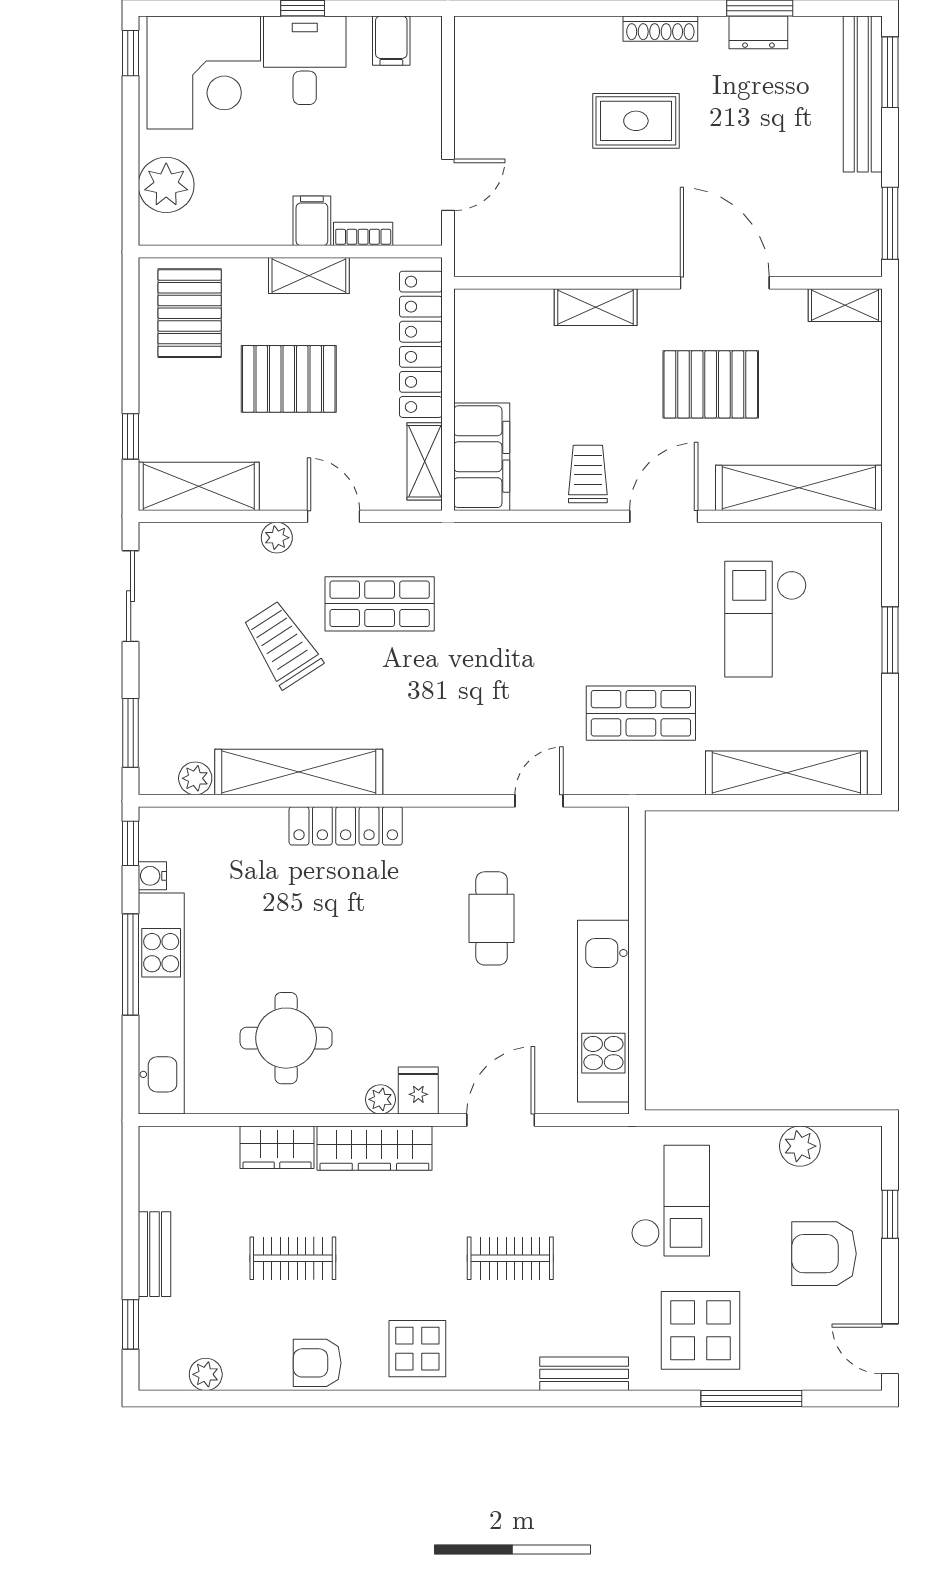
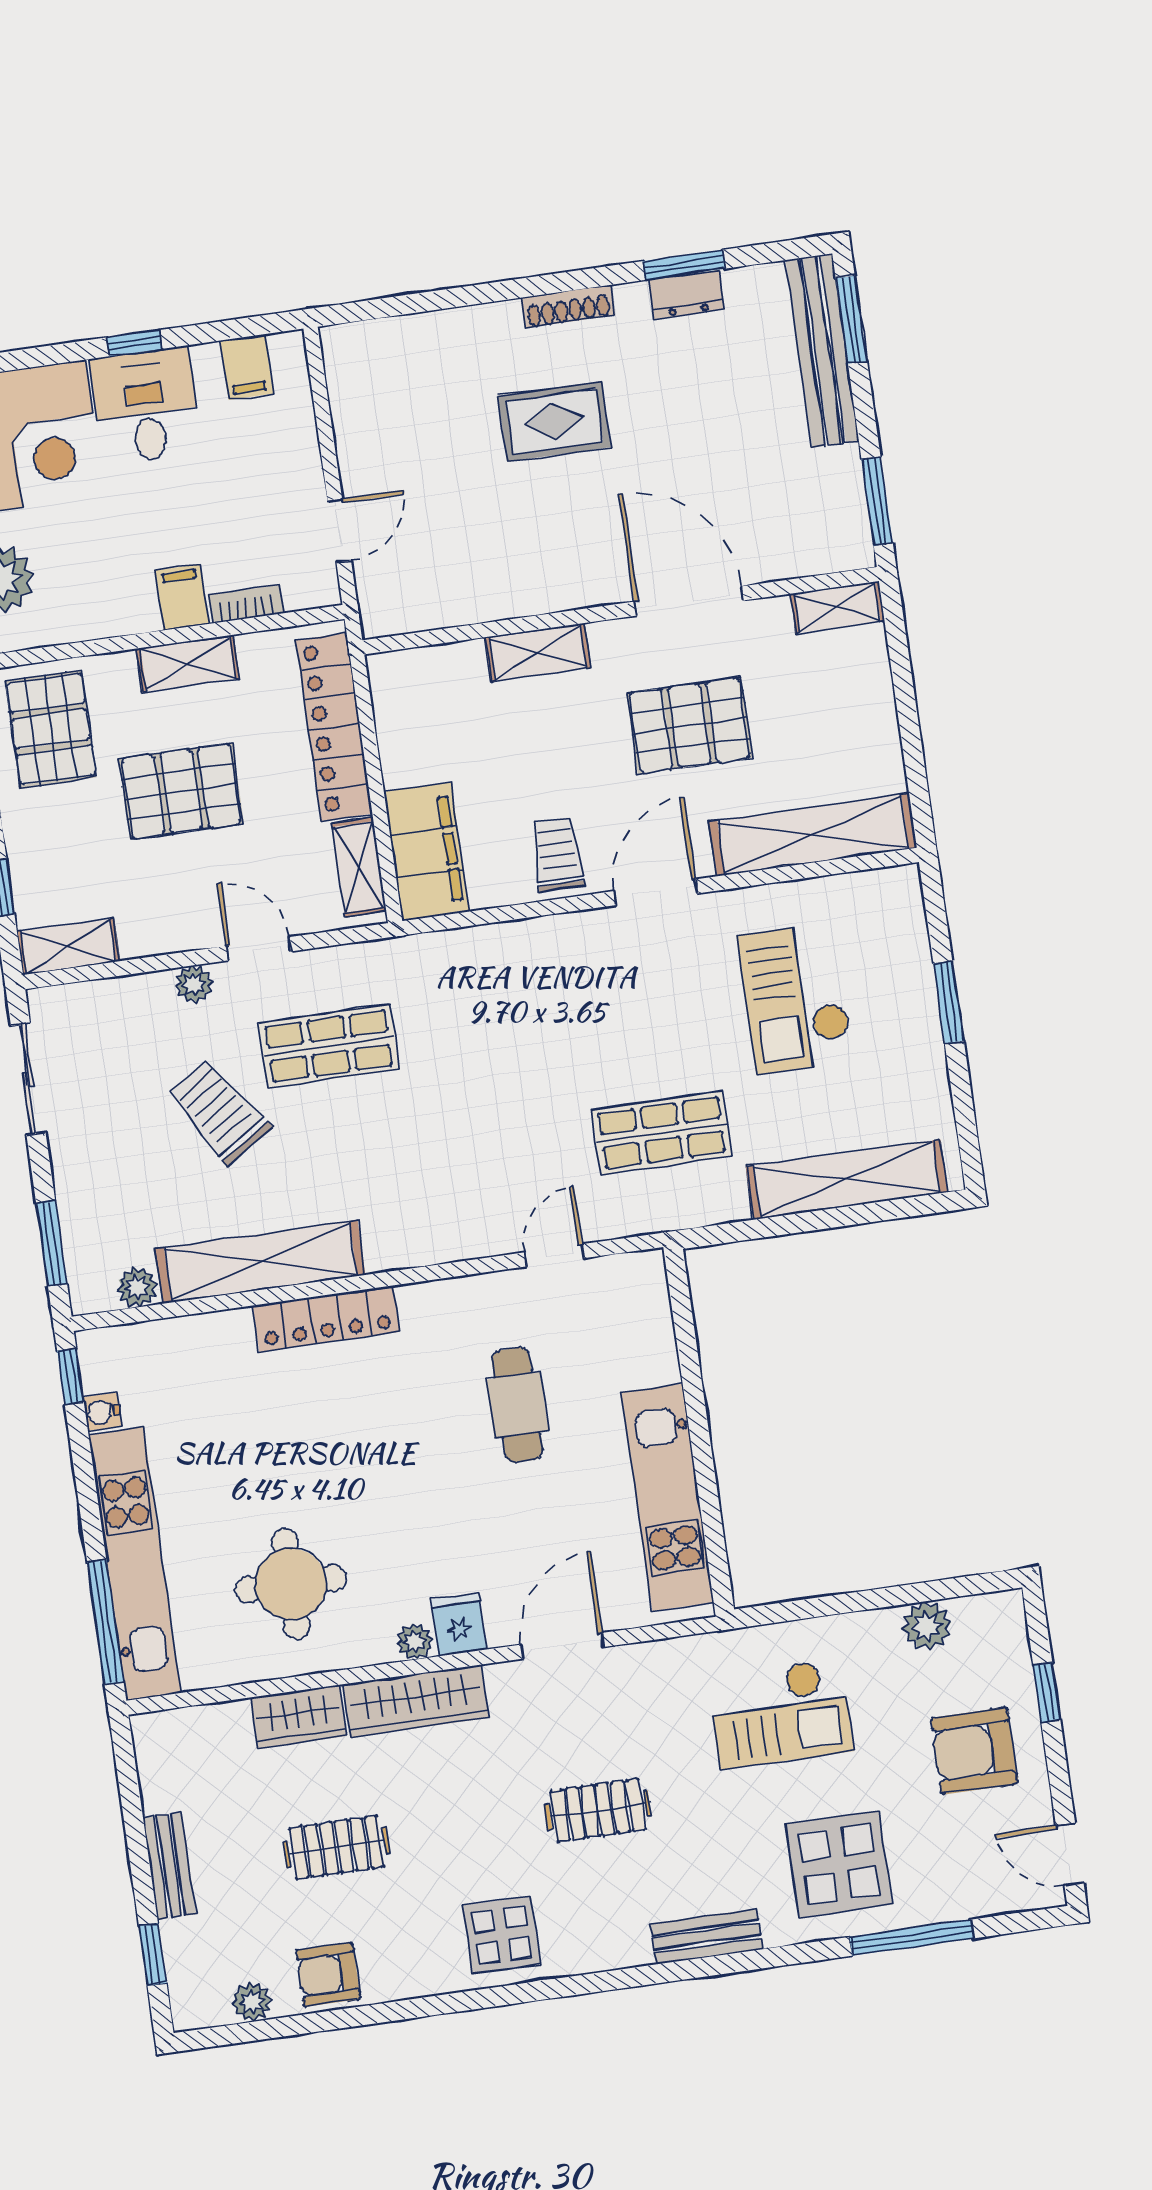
shelving: (199, 486) -> (68, 946), width x0.67, depth x0.75
window: (131, 964) -> (105, 1622), moved
checkout: (670, 1201) -> (781, 1714), turned 90
armchair: (317, 1363) -> (328, 1974), moved

